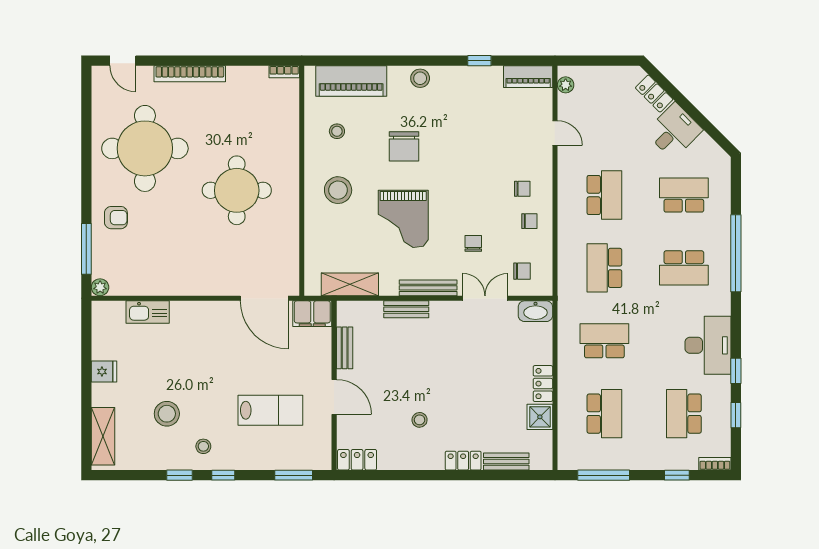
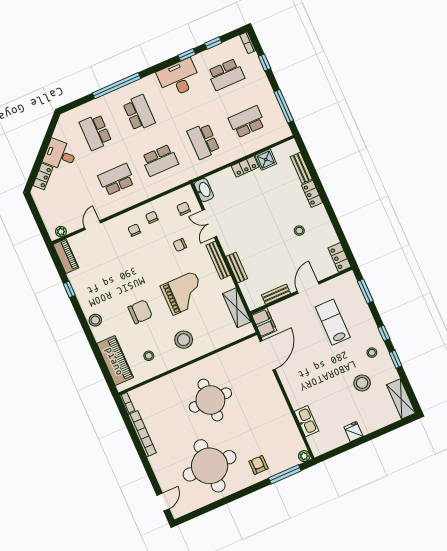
bookcase: (190, 74) -> (142, 434), moved
shelving: (103, 436) -> (401, 399), moved, turned 90

